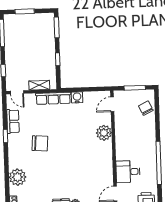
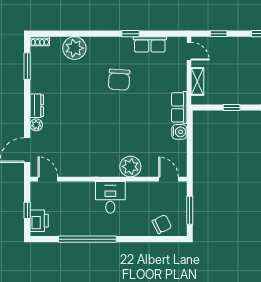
door: (17, 92) -> (189, 51), swing flipped
row of seats: (53, 98) -> (179, 107), width x0.68
desk: (128, 172) -> (110, 197), moved

